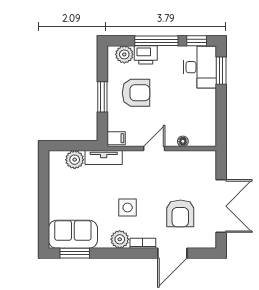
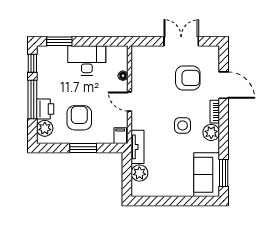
desk: (200, 67) -> (87, 60), moved
double door: (221, 206) -> (181, 41), width x0.73

